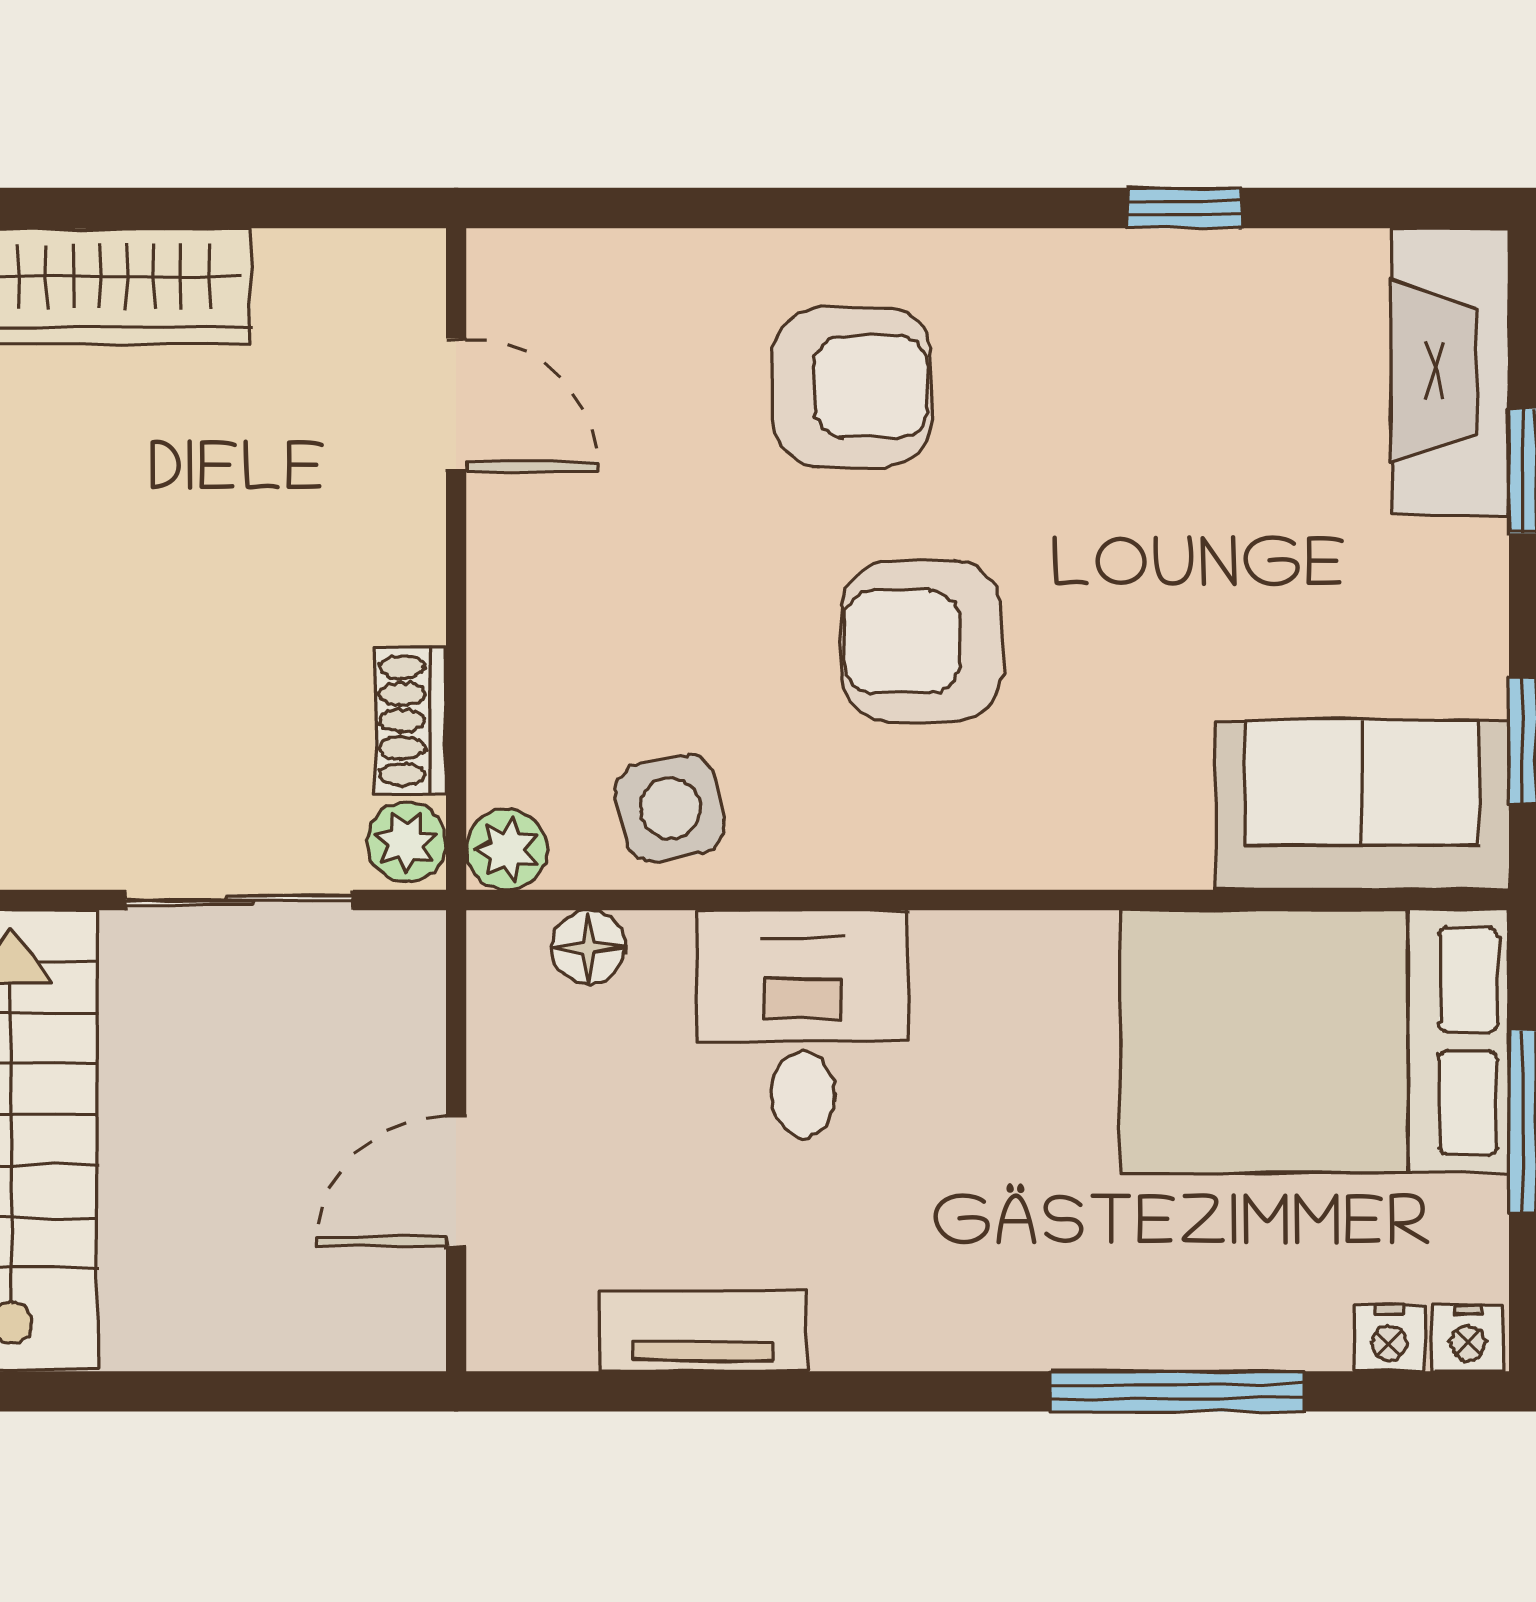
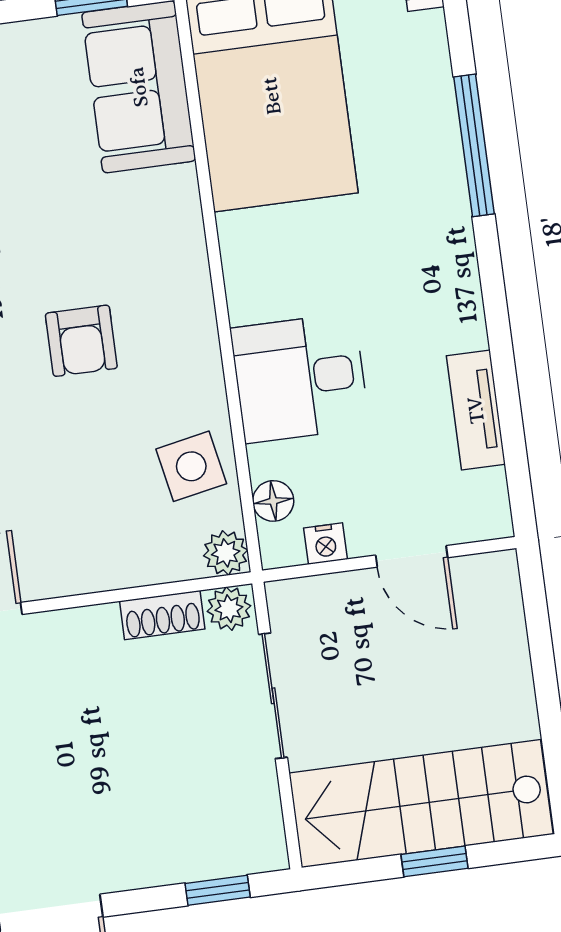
armchair: (921, 641) -> (81, 341), width x0.72, depth x0.72
nightstand: (1389, 1338) -> (325, 544), moved, turned 90

